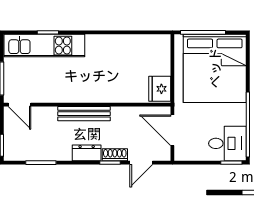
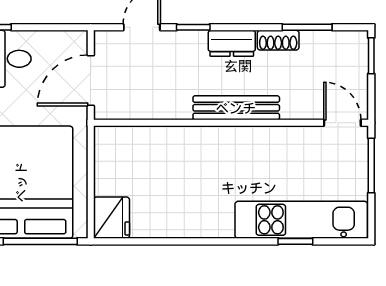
fridge: (160, 89) -> (111, 218), moved
door: (172, 130) -> (91, 80), swing flipped
shoe rack: (115, 155) -> (278, 40), moved

